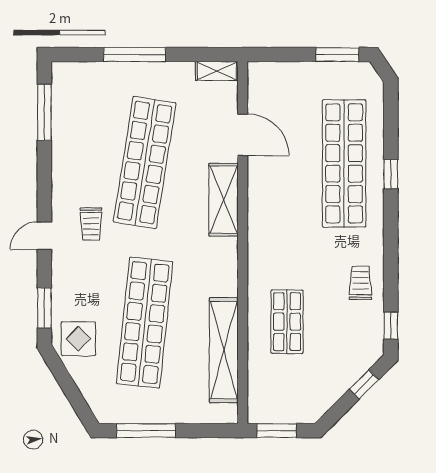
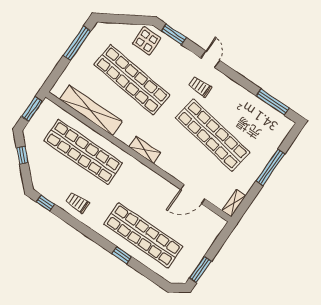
shelving: (224, 200) -> (145, 150), moved, width x0.67, depth x0.75
trolley: (360, 283) -> (77, 202), turned 180
shop shelf: (287, 322) -> (83, 152), width x2.00, depth x1.36
window: (364, 384) -> (22, 155), moved

